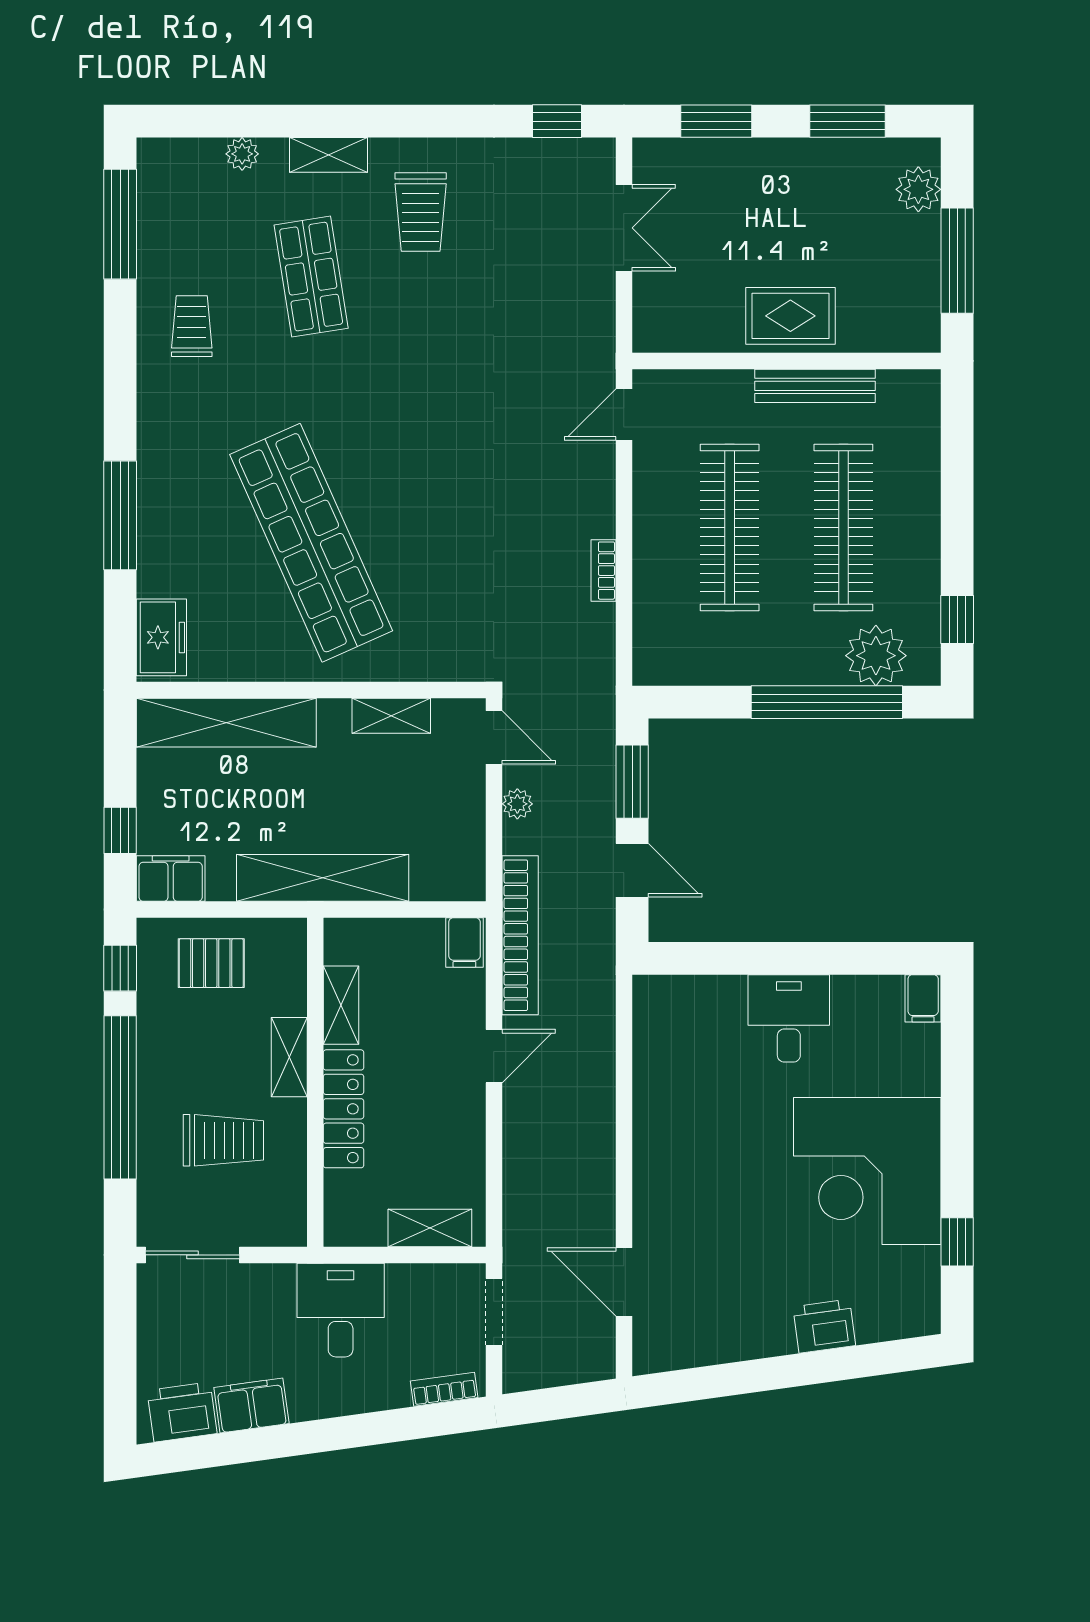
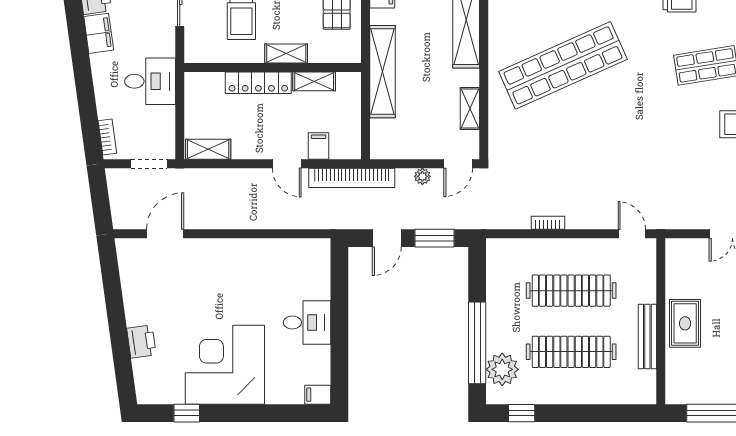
filing cabinet: (464, 942) -> (319, 146), moved, turned 90
shelving: (430, 1228) -> (208, 149), moved, turned 90

